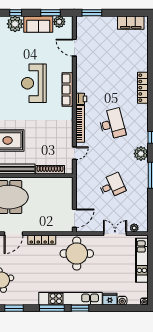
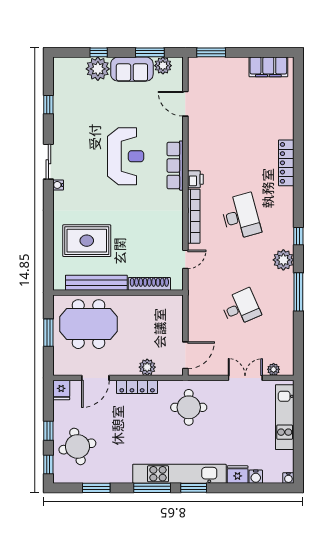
reception desk: (34, 83) -> (126, 156), turned 180
plant: (49, 226) -> (147, 367), added
round table: (77, 254) -> (189, 407), width x0.73, depth x0.73

